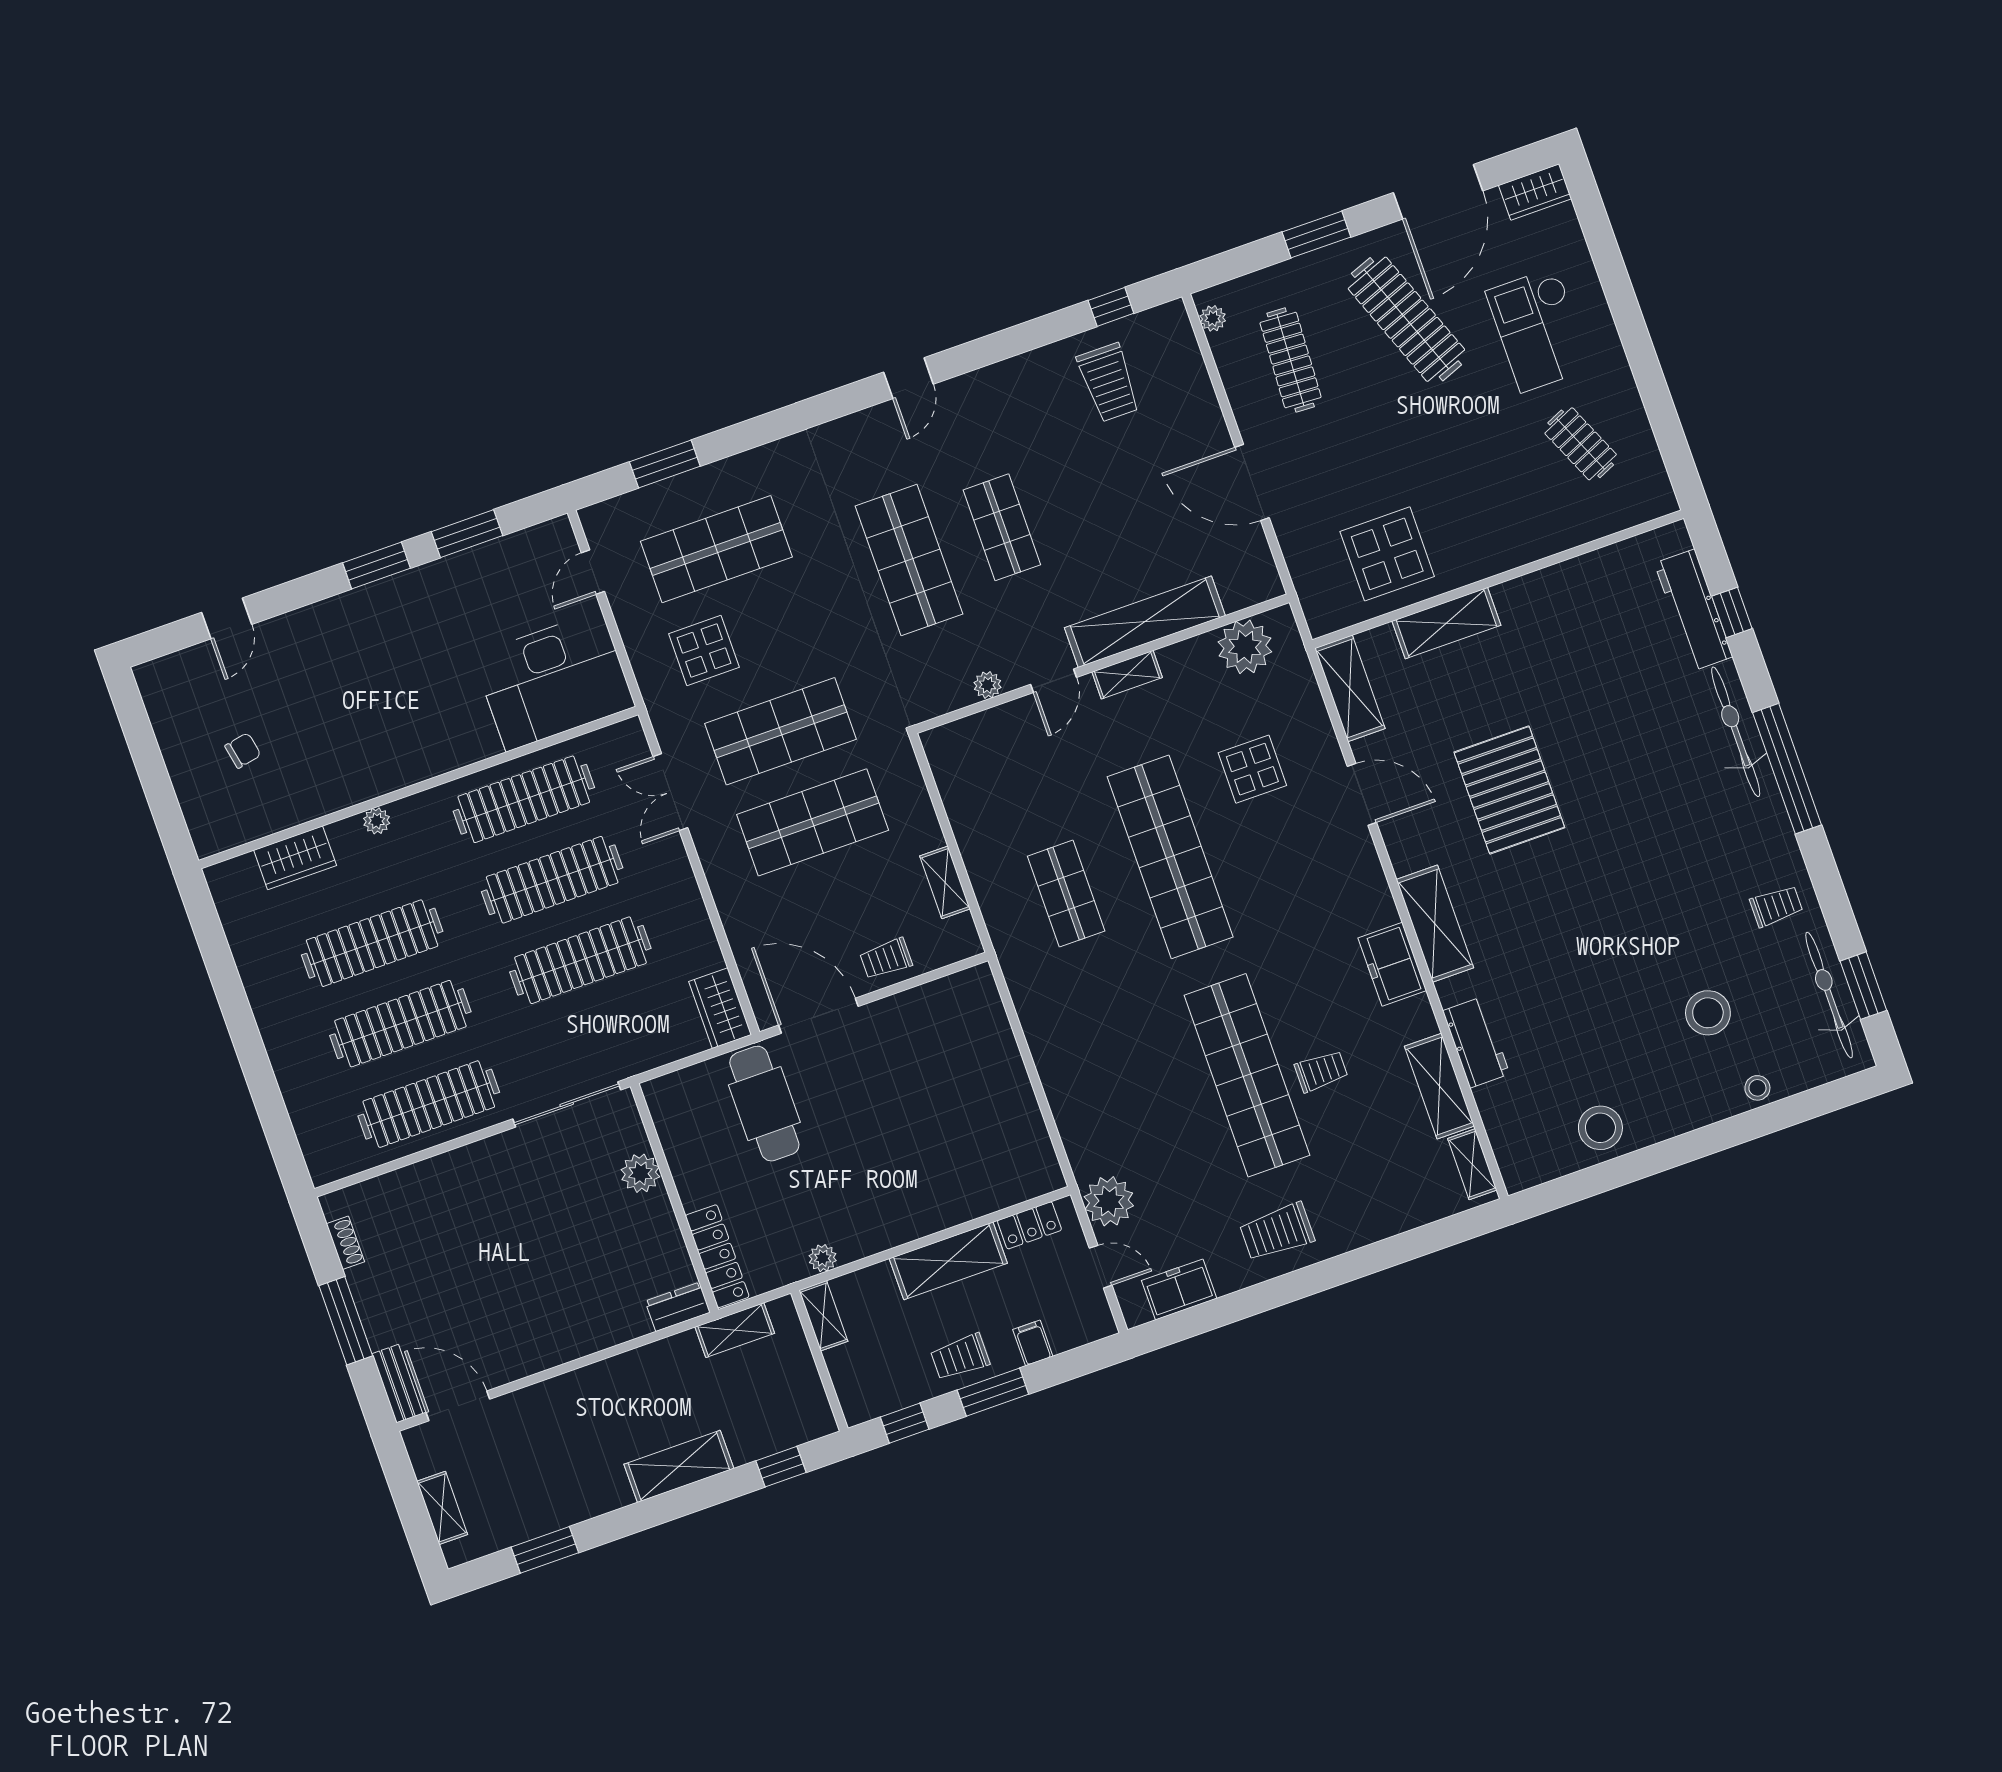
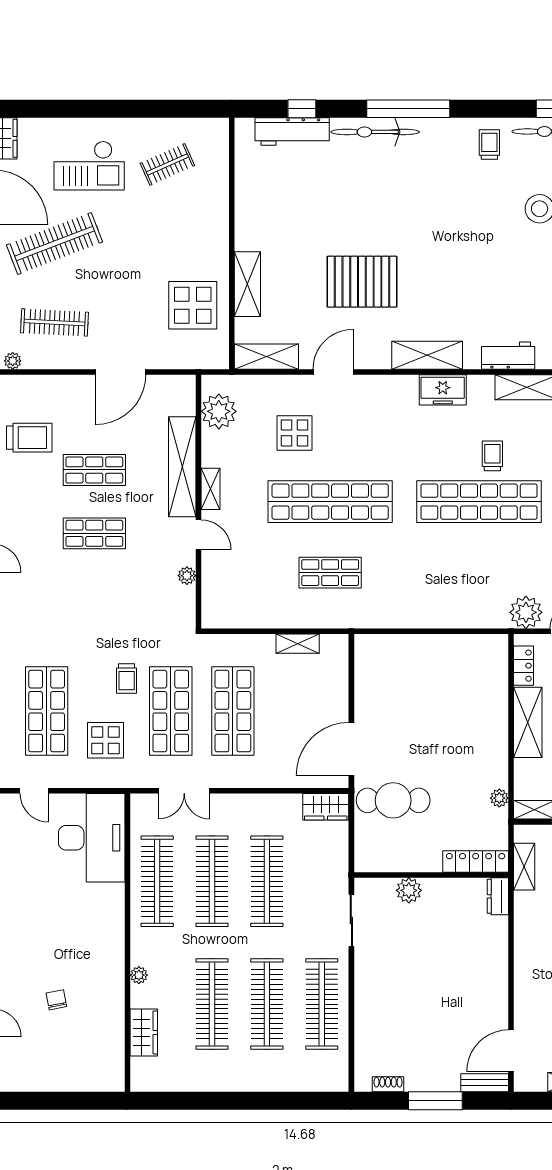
shop shelf: (909, 560) -> (94, 470), moved, width x0.70, depth x0.74
chair: (243, 750) -> (56, 1000), moved
trolley: (886, 959) -> (127, 679), moved
sliding door: (567, 1104) -> (351, 920), width x0.73

